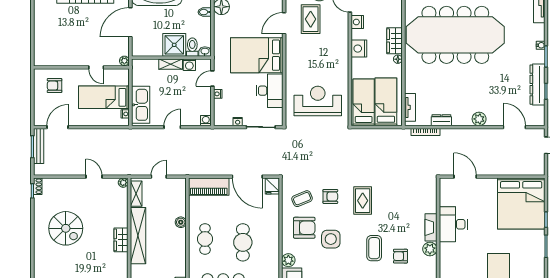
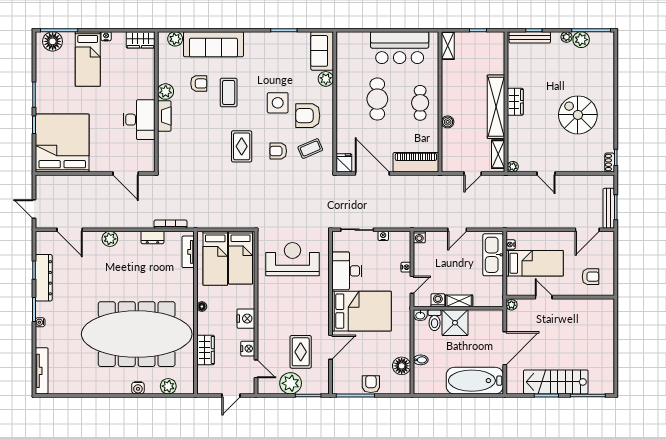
wardrobe: (394, 41) -> (206, 350), moved
reception desk: (318, 101) -> (292, 259), turned 180

